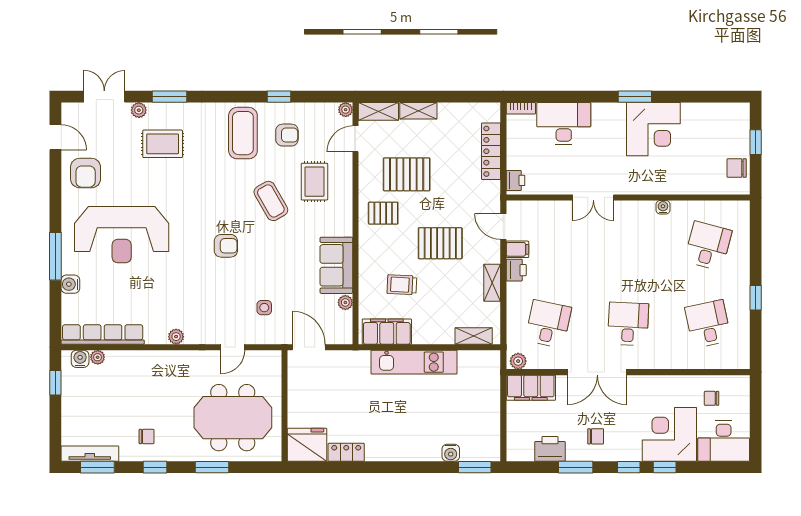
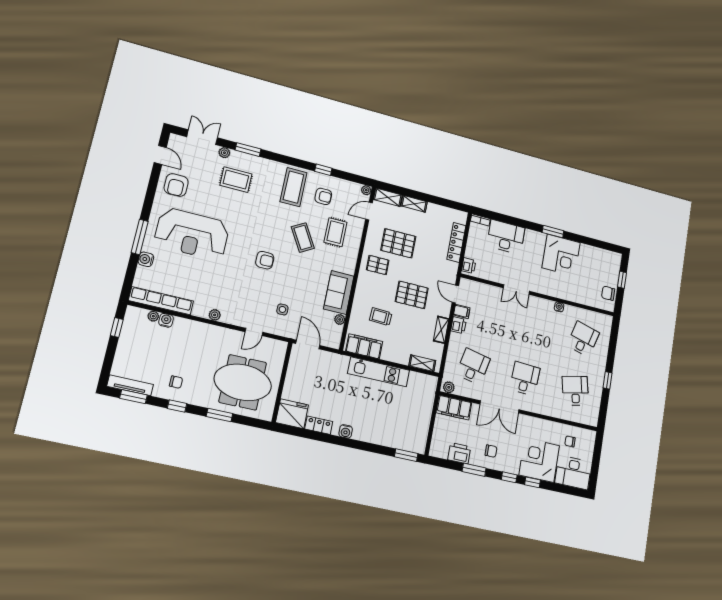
water cooler: (80, 359) -> (166, 320), moved
water cooler: (451, 453) -> (346, 431), moved

